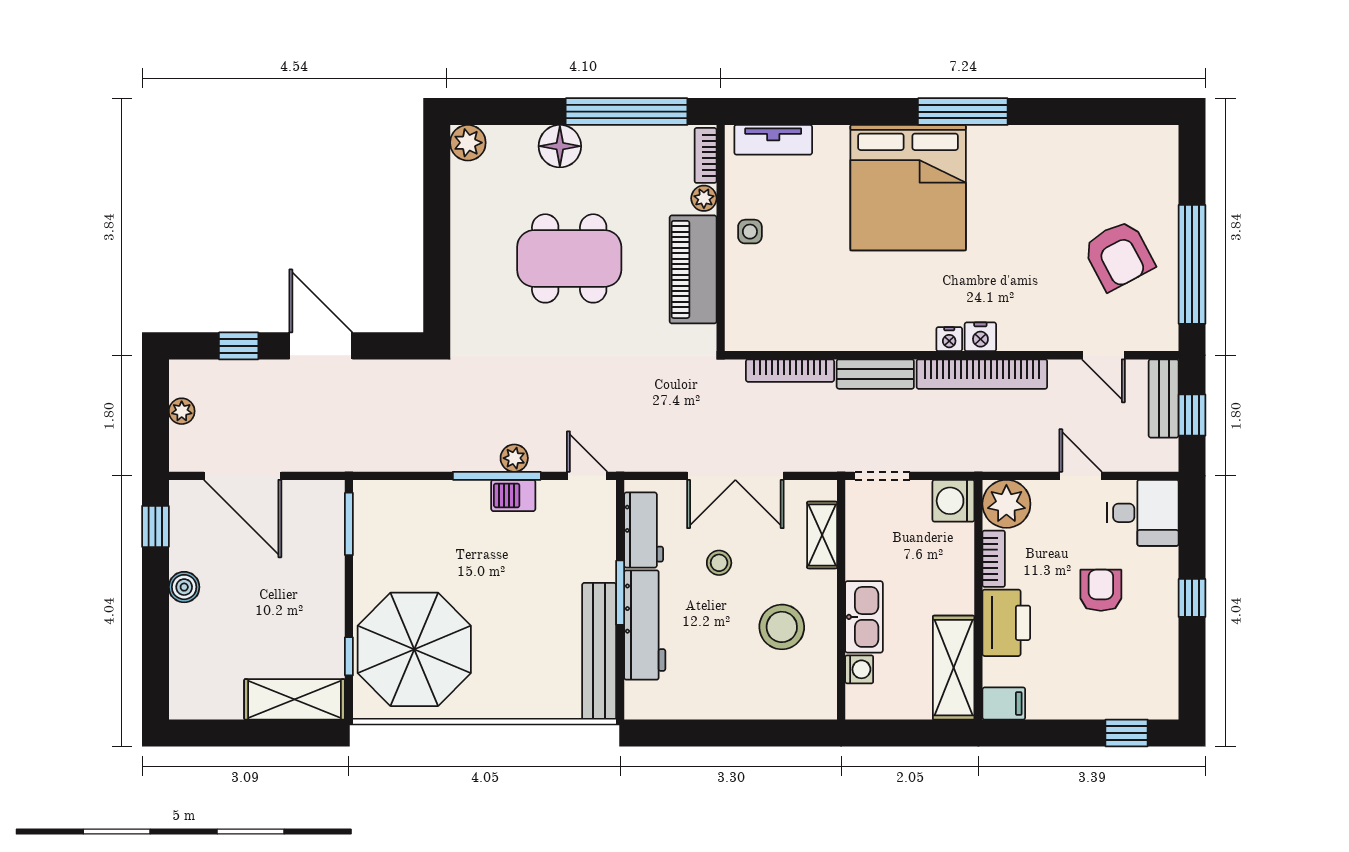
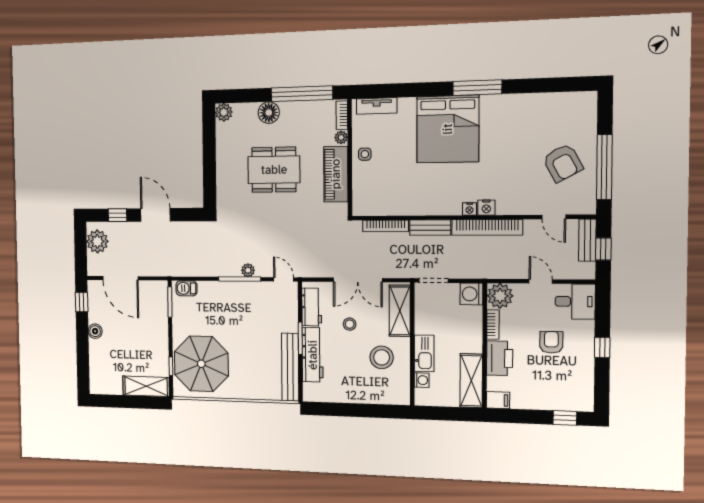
plant: (182, 411) -> (97, 241), width x1.88, depth x1.88
barbecue: (513, 495) -> (186, 288), moved
shelving: (822, 535) -> (400, 311), width x1.50, depth x1.33

